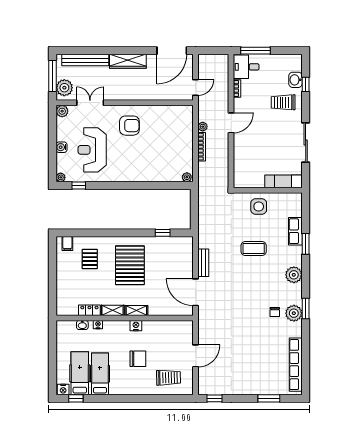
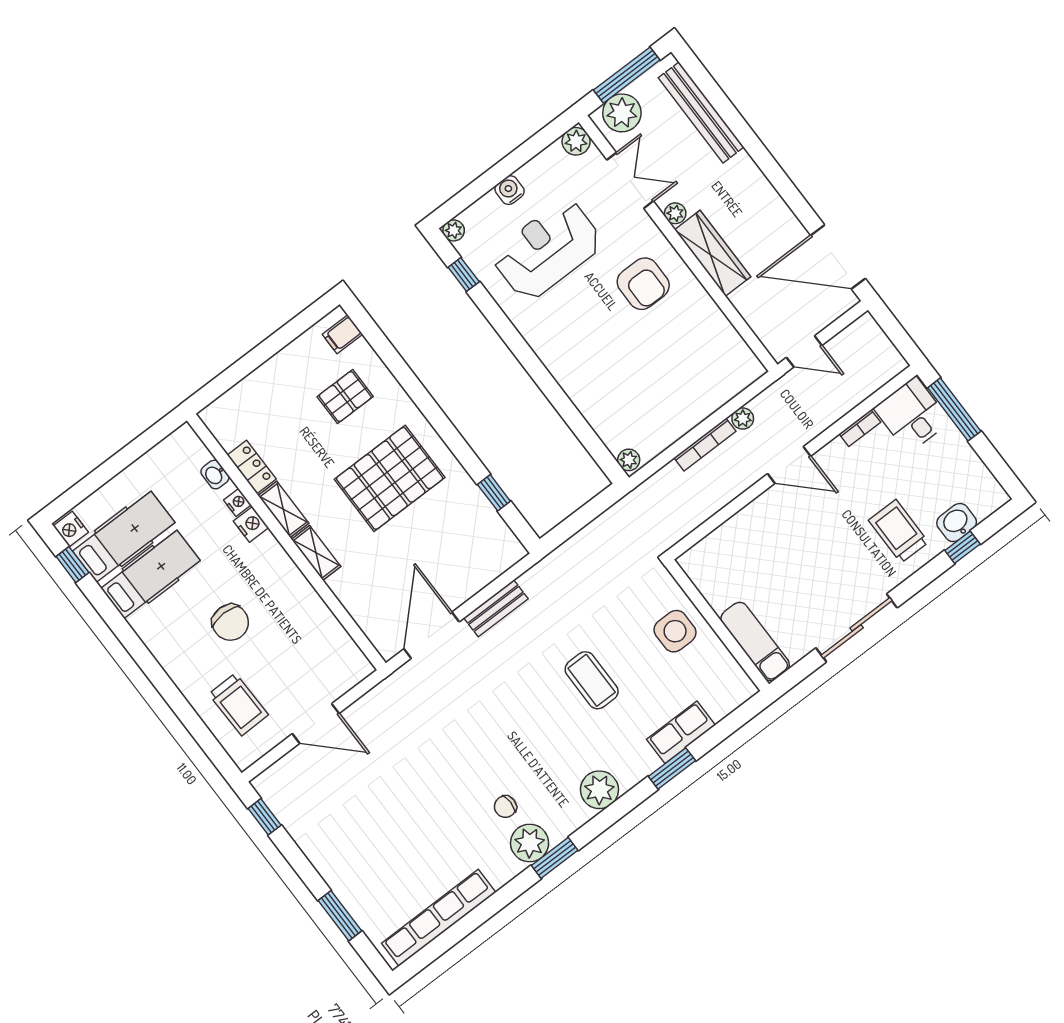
wardrobe: (128, 61) -> (713, 253), moved, turned 180
plant: (113, 96) -> (675, 213), added
nightstand: (136, 326) -> (251, 524), moved

